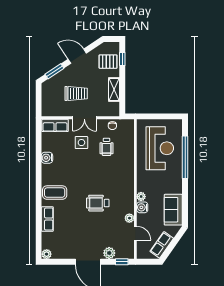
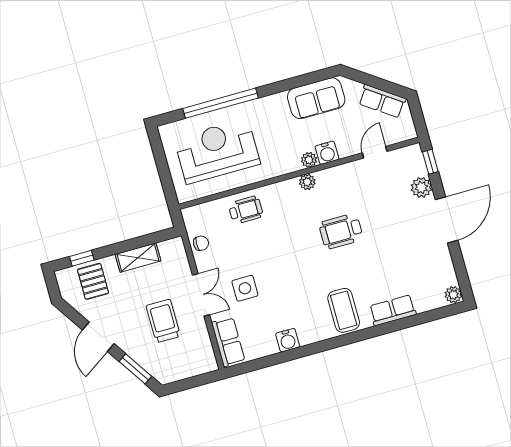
wheelchair: (107, 147) -> (246, 210), moved
wheelchair: (98, 203) -> (341, 231), turned 90
plant: (129, 218) -> (307, 182), moved

